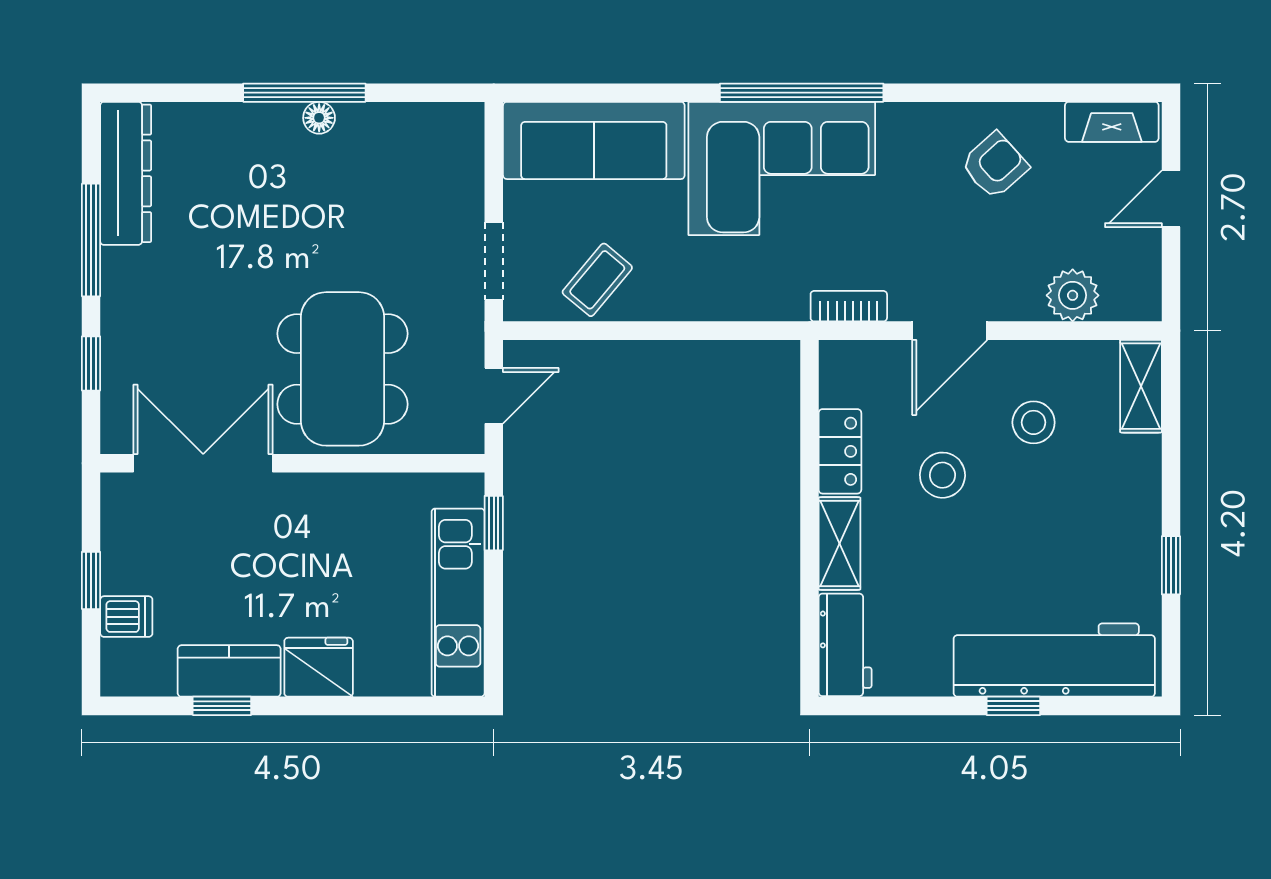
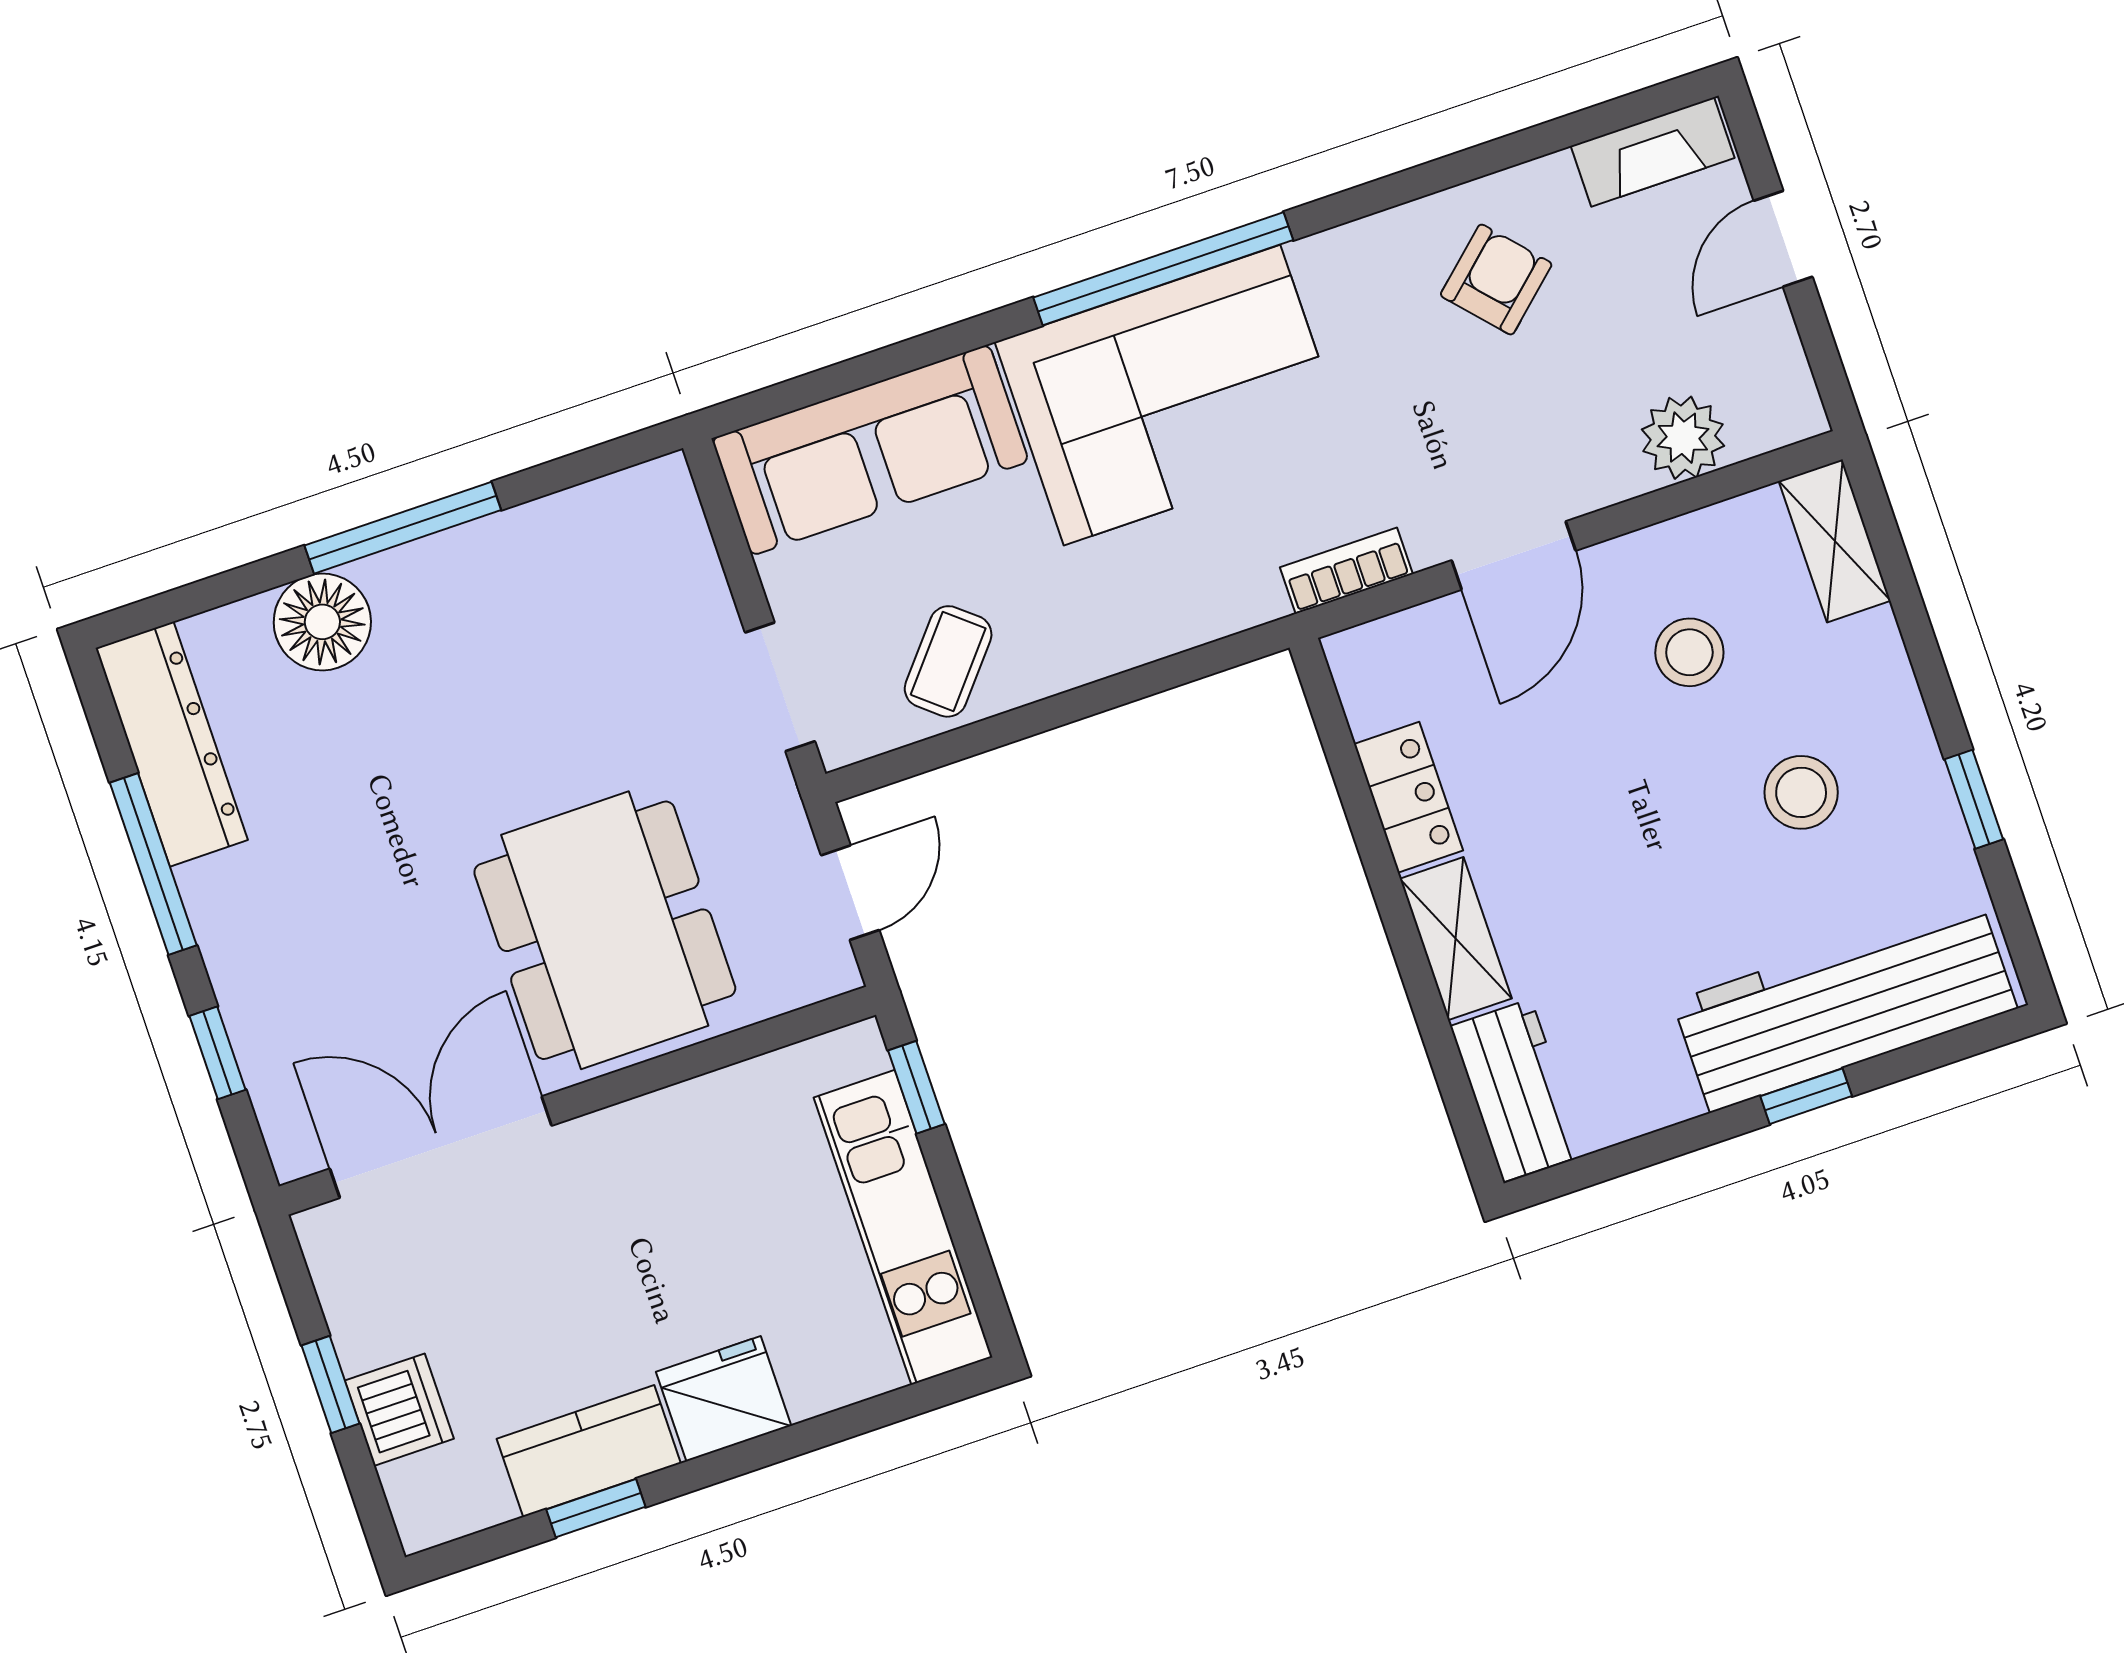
floor lamp: (319, 118) -> (322, 622), moved, width x1.89, depth x1.89
stool: (942, 475) -> (1801, 792), moved
dishwasher: (126, 617) -> (399, 1410), width x1.38

